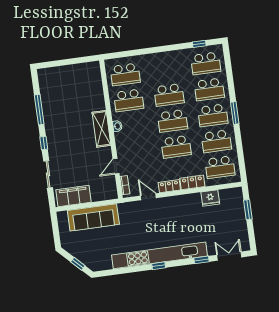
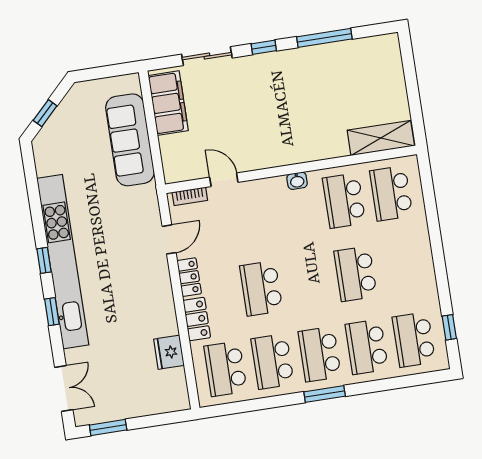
school desk: (173, 121) -> (308, 281), removed
shelving: (101, 129) -> (381, 138), moved
window: (248, 210) -> (108, 428), moved
window: (202, 260) -> (52, 312), moved

